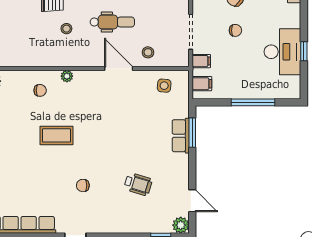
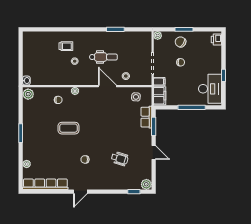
desk: (282, 52) -> (210, 89), moved
filing cabinet: (202, 84) -> (160, 96), width x2.00
row of seats: (181, 136) -> (146, 117), moved
door: (192, 201) -> (154, 153), moved

